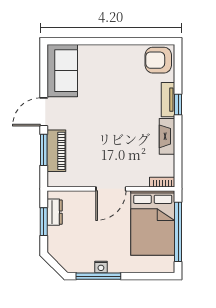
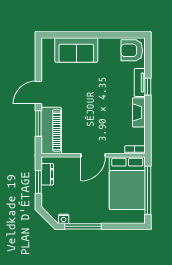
sofa: (62, 71) -> (76, 50), moved, turned 90
piano: (56, 151) -> (51, 130), width x1.37, depth x1.33
nightstand: (101, 267) -> (64, 219), moved

